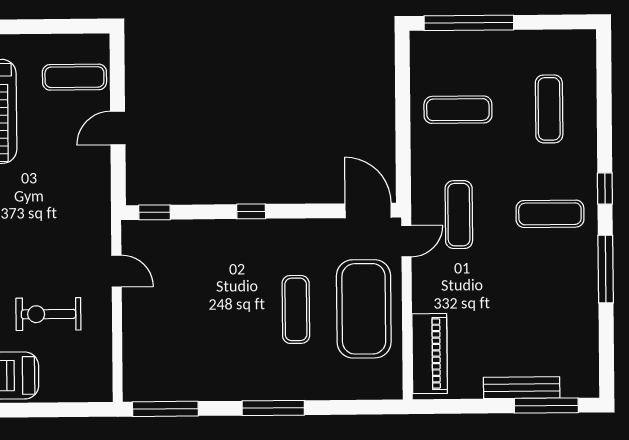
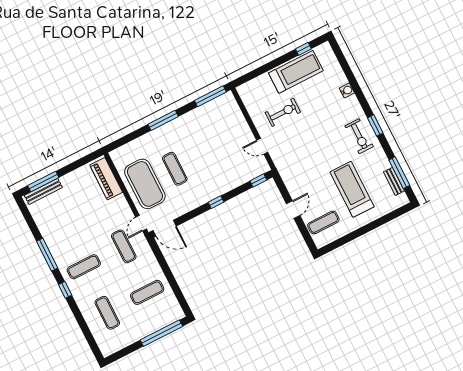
bench: (522, 388) -> (43, 191), moved

